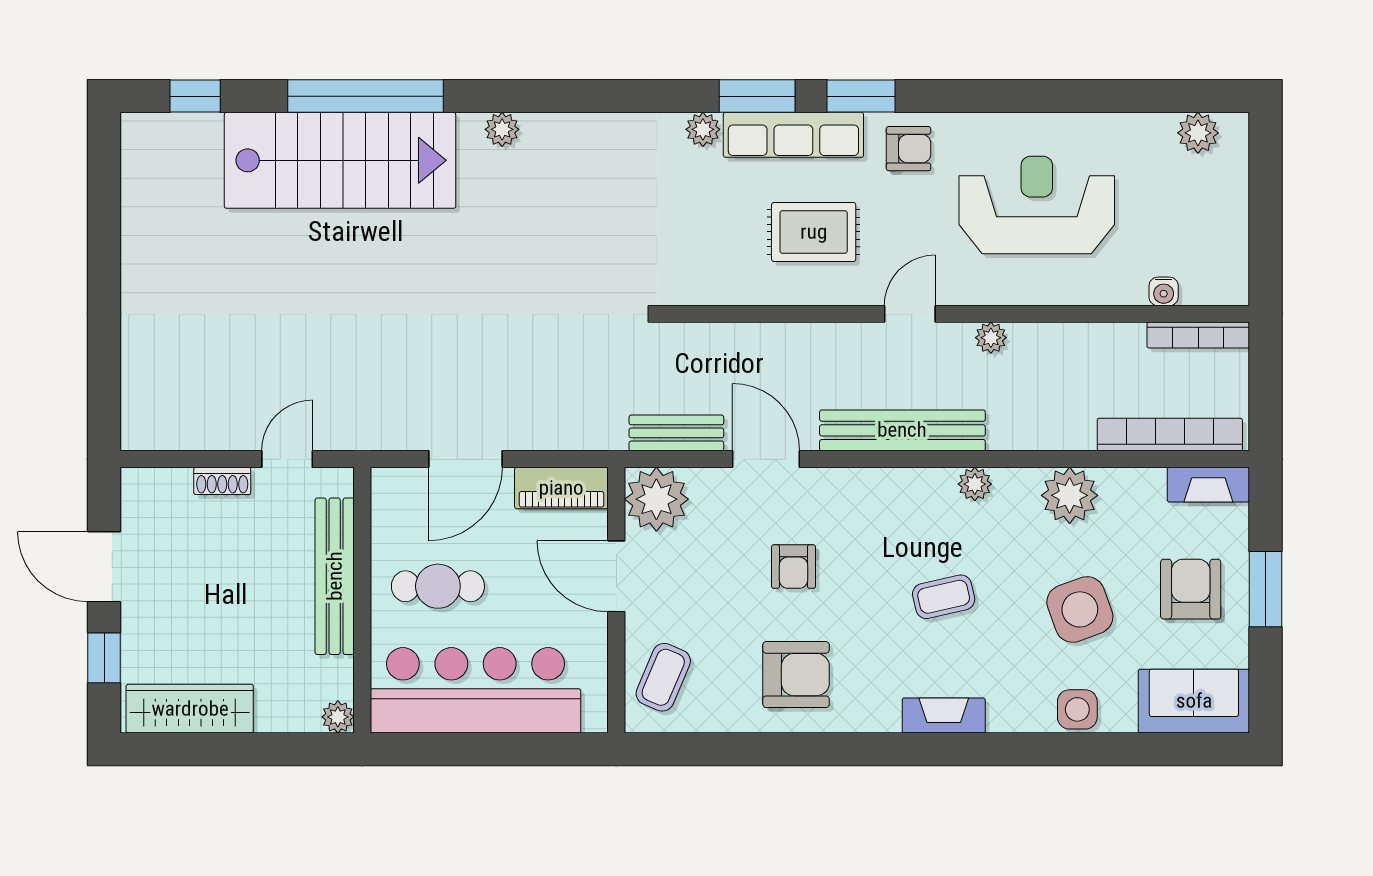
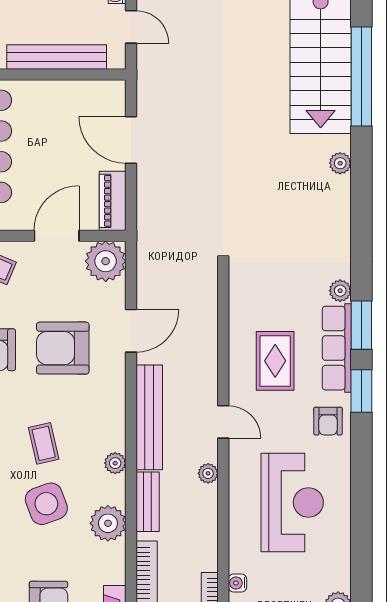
bench: (676, 433) -> (148, 502), moved
armchair: (793, 567) -> (63, 348), width x1.88, depth x1.88
cafe table: (438, 586) -> (50, 123), removed
side table: (1080, 609) -> (46, 504), moved

